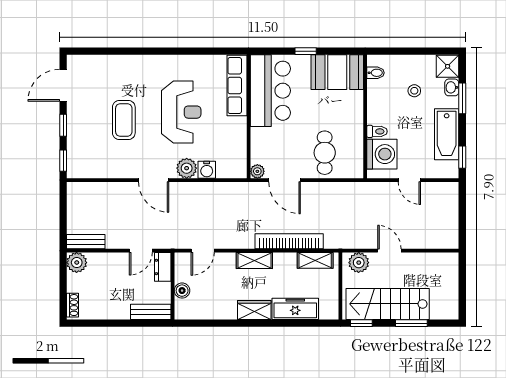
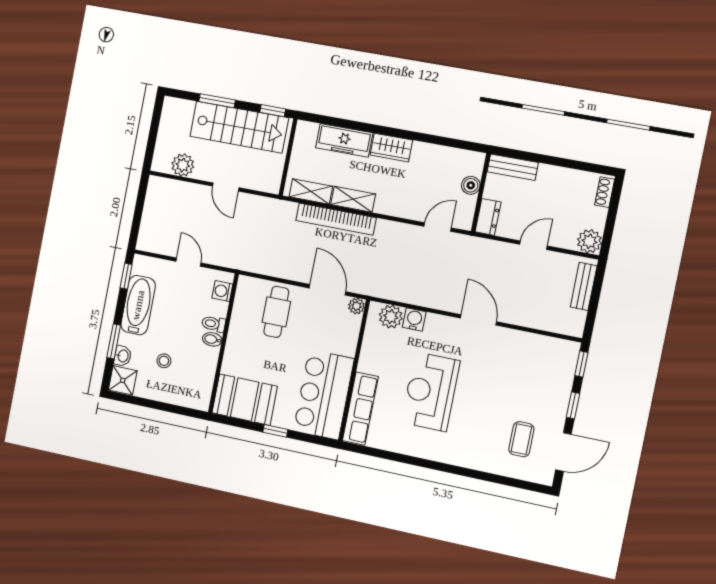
bidet: (376, 73) -> (212, 339), moved
coffee table: (124, 120) -> (521, 439), moved, width x0.73, depth x0.77
washing machine: (382, 154) -> (222, 291), width x0.53, depth x0.53
plant: (187, 168) -> (391, 317), moved
bench: (86, 242) -> (584, 286), moved, turned 90
door: (141, 251) -> (533, 245), moved
shelving: (254, 261) -> (353, 199), moved
plant: (359, 263) -> (183, 165), moved

